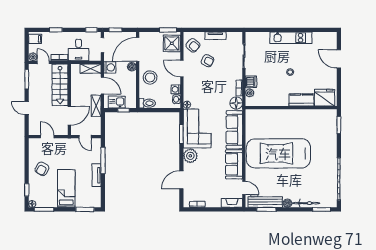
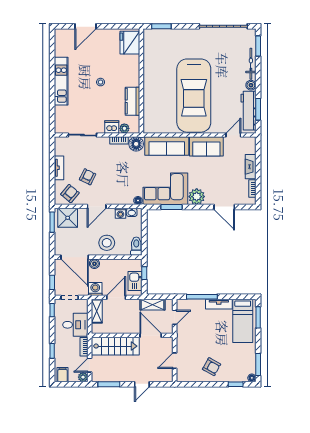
kitchen counter: (301, 100) -> (133, 101), moved
shelving: (96, 106) -> (153, 305), moved
bed: (66, 188) -> (243, 321), moved, turned -90
fireplace: (232, 203) -> (251, 167), moved

